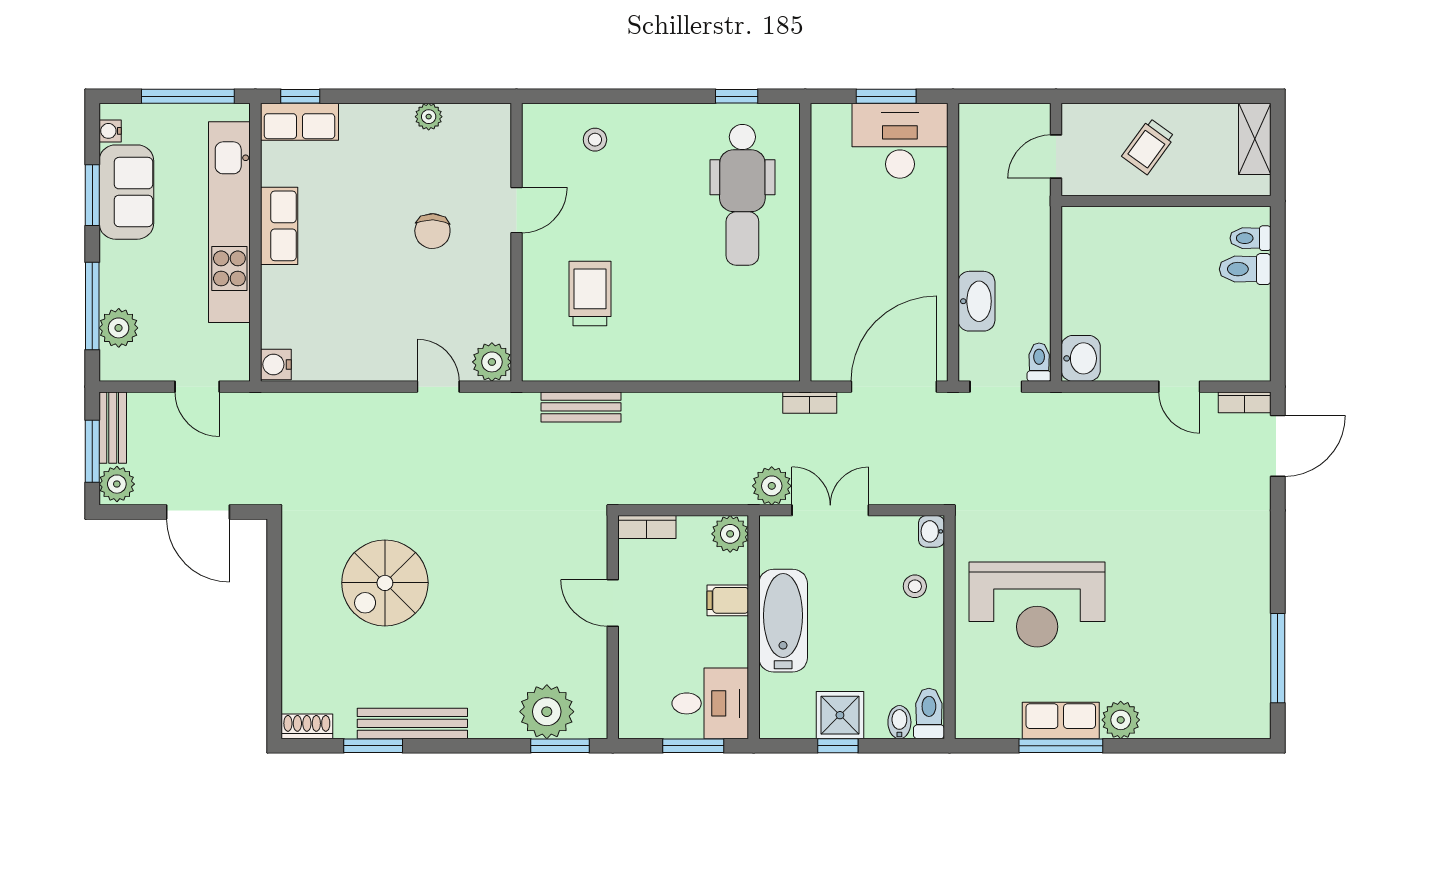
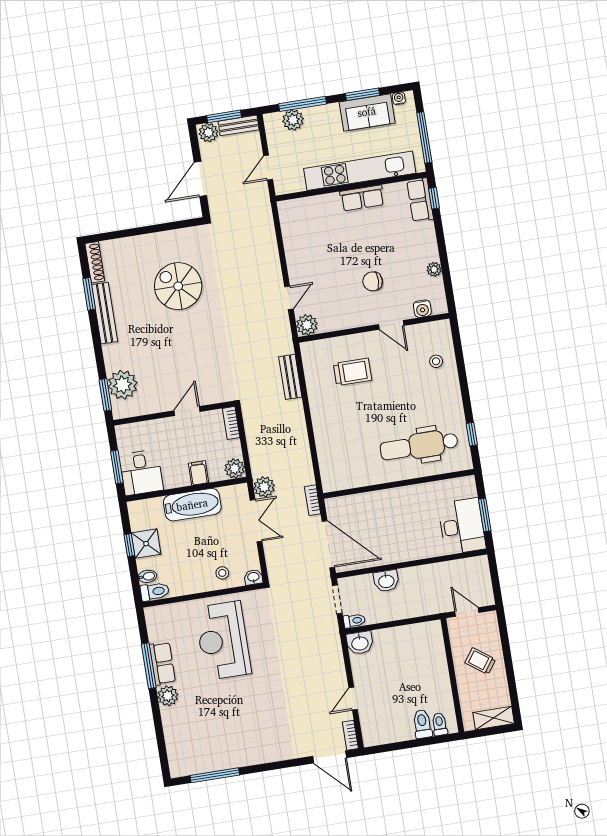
washbasin: (976, 301) -> (386, 581), width x0.72
water cooler: (276, 364) -> (422, 309), moved, turned 180
shoe rack: (307, 726) -> (95, 262), width x1.43

